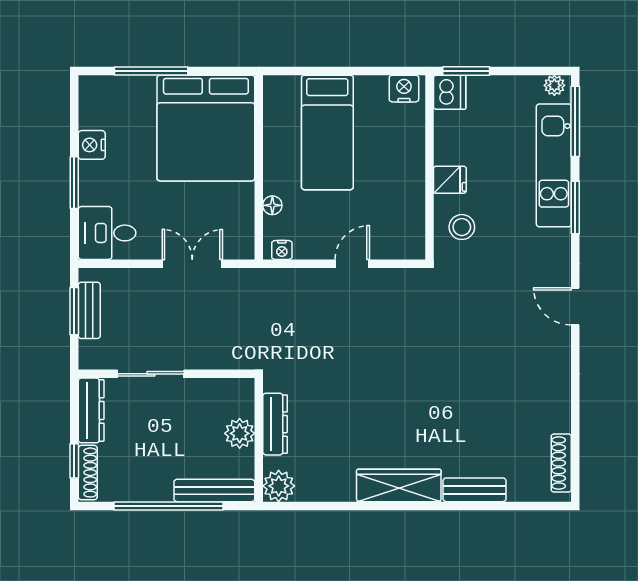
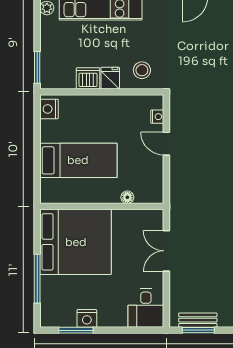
dishwasher: (450, 92) -> (88, 78), moved
window: (74, 183) -> (76, 330), moved
nightstand: (282, 250) -> (157, 117), moved

